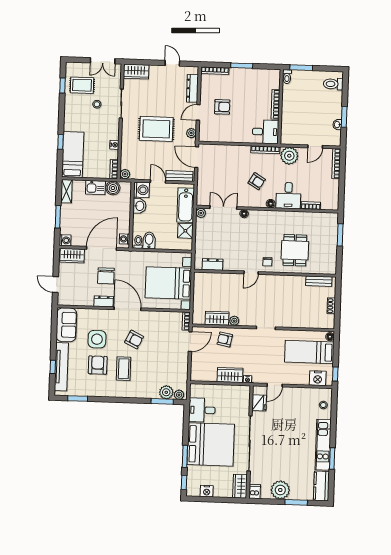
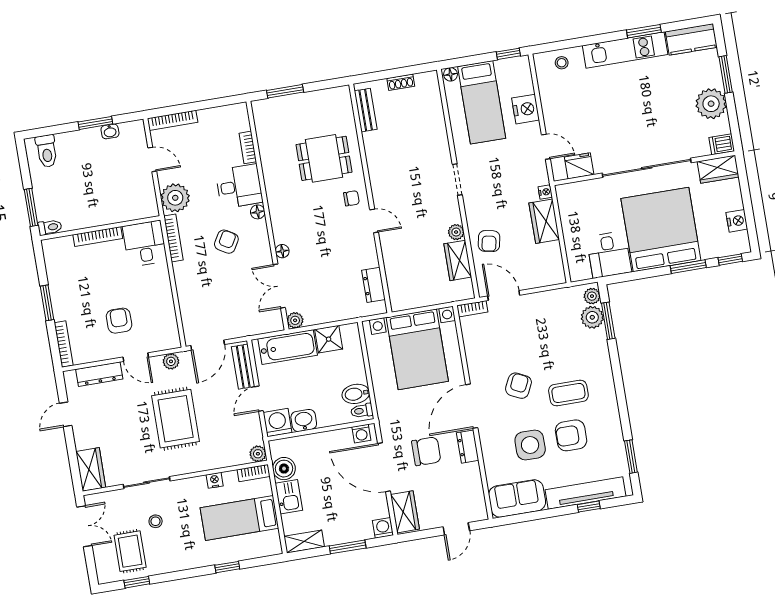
bed: (73, 155) -> (239, 518), moved
nightstand: (318, 378) -> (526, 109), moved

